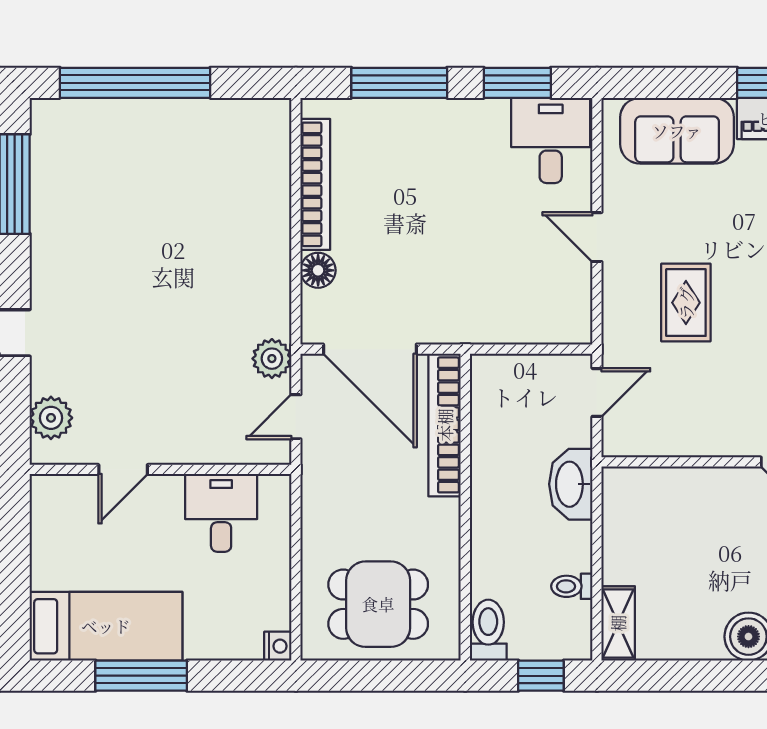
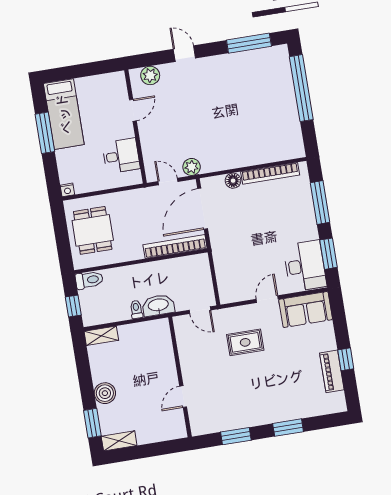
sofa: (677, 131) -> (306, 309), moved, turned -90
desk: (551, 140) -> (305, 266), width x1.37
door: (123, 469) -> (133, 110), swing flipped
toilet: (572, 586) -> (136, 309), moved

